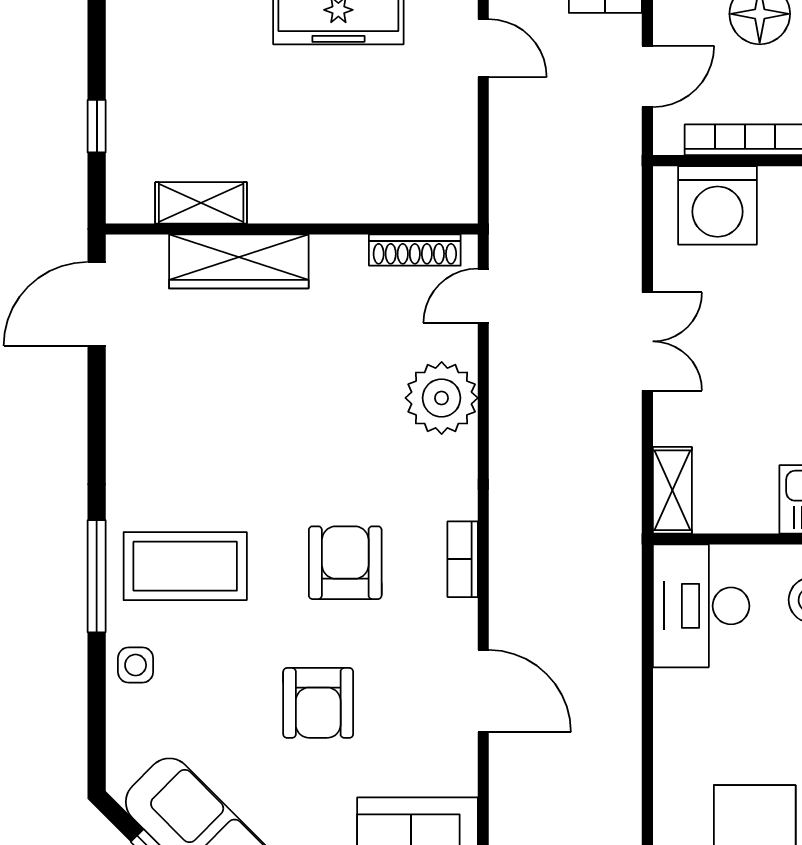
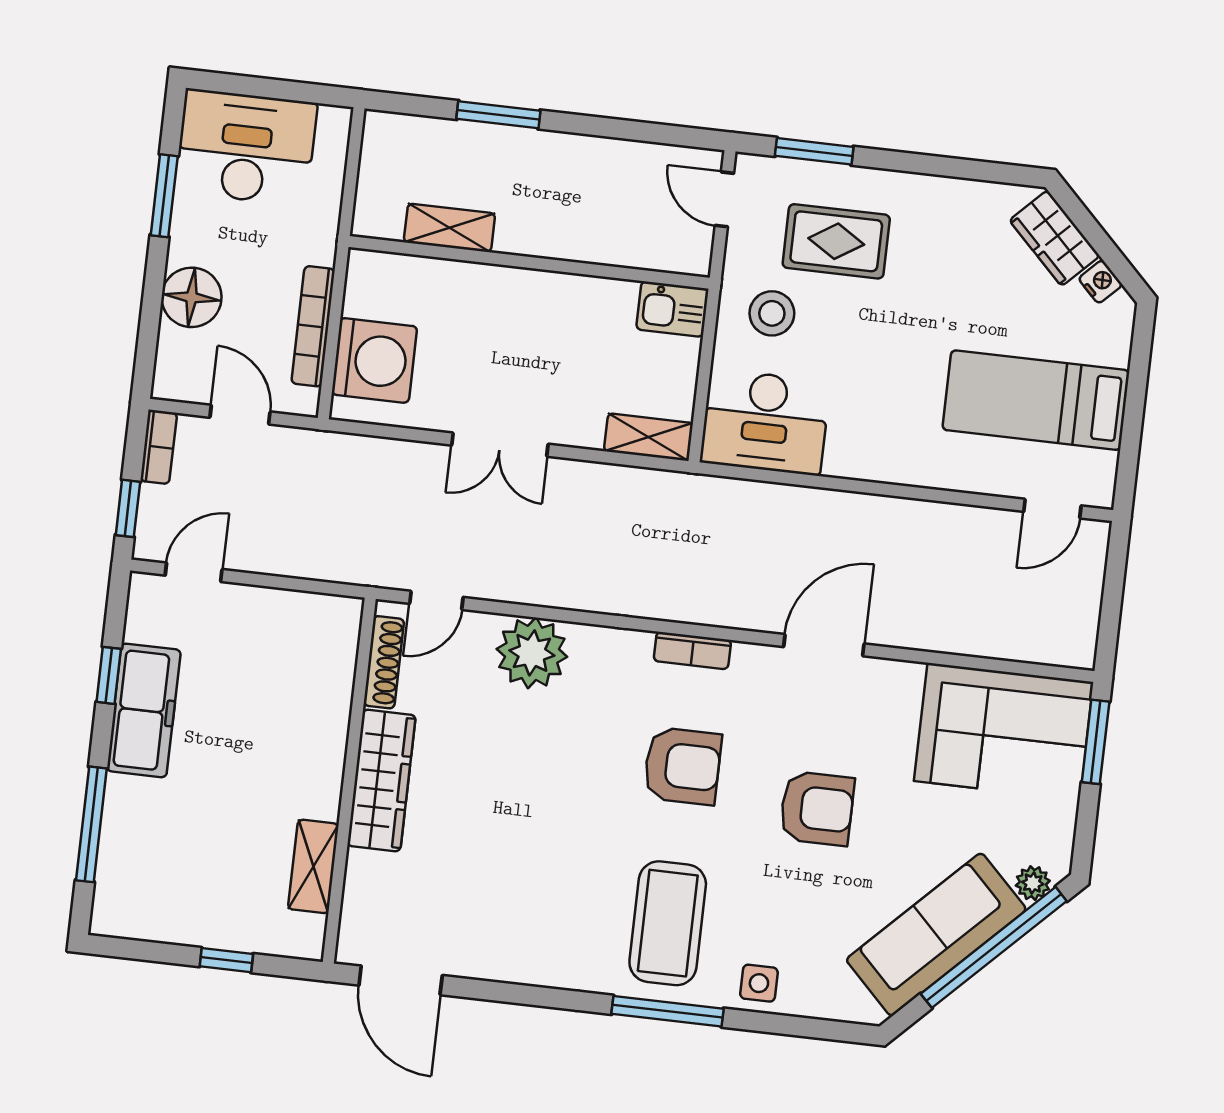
wardrobe: (239, 261) -> (381, 781), moved
door: (483, 296) -> (436, 600), hinge flipped
double door: (647, 341) -> (500, 445), swing flipped
armchair: (345, 563) -> (682, 766), turned 180

